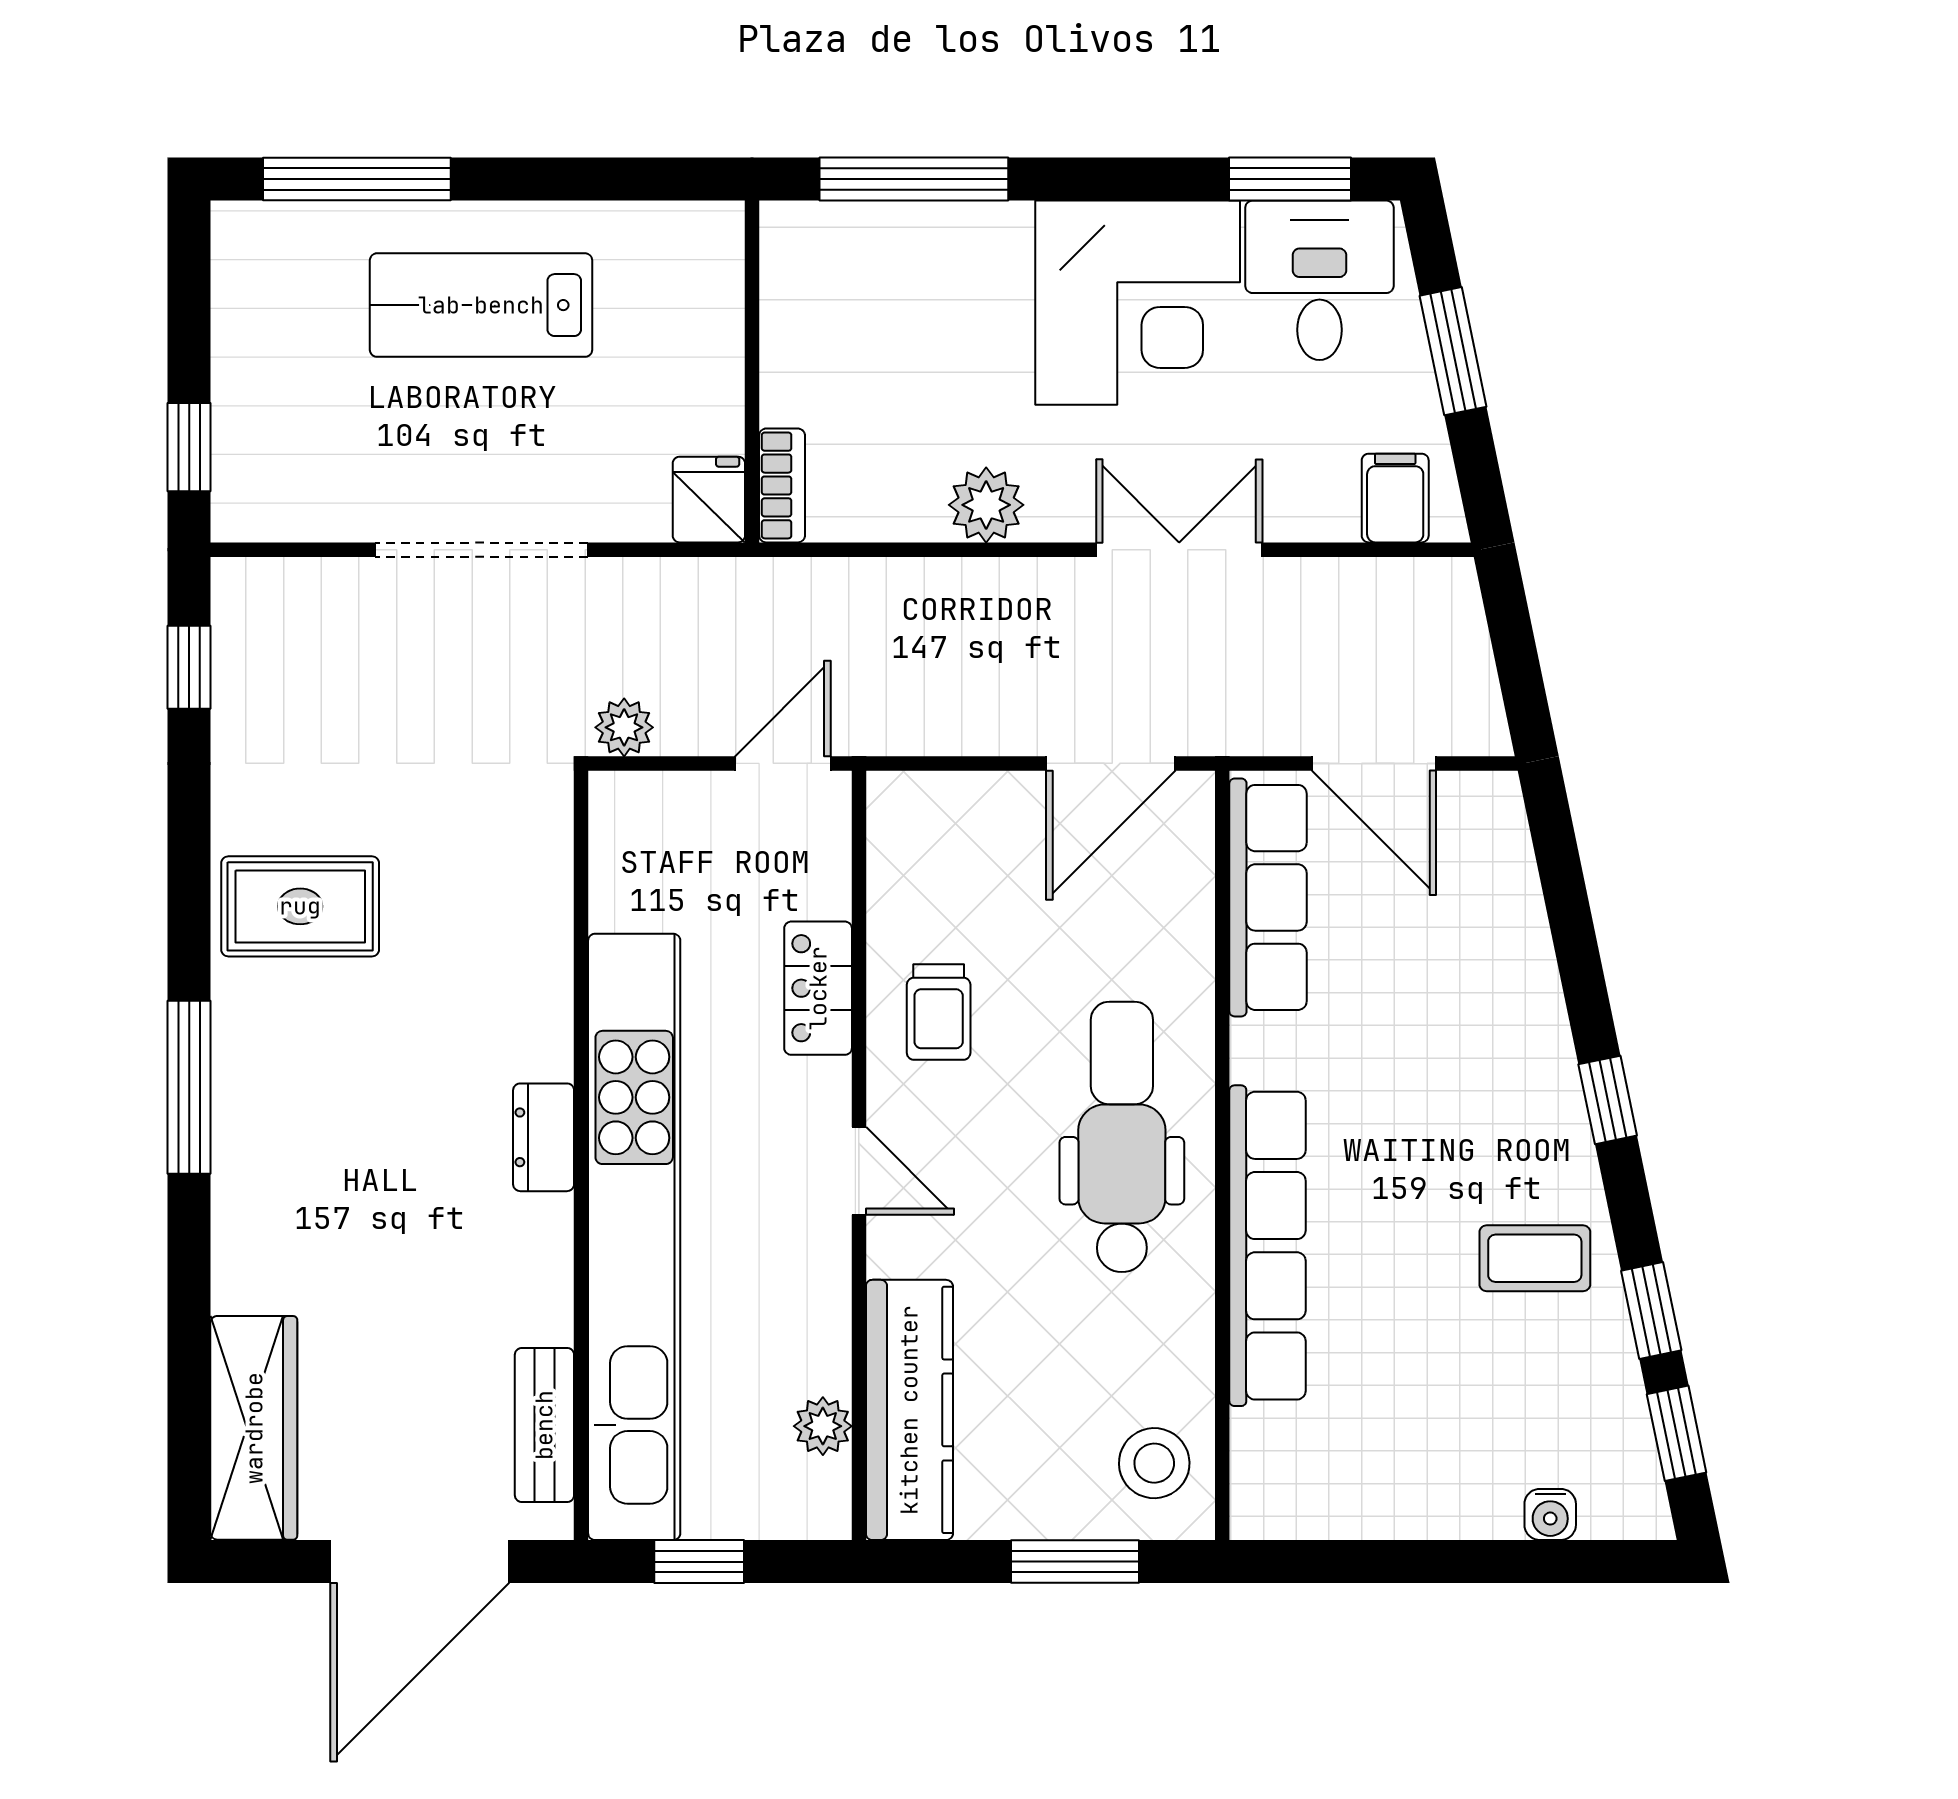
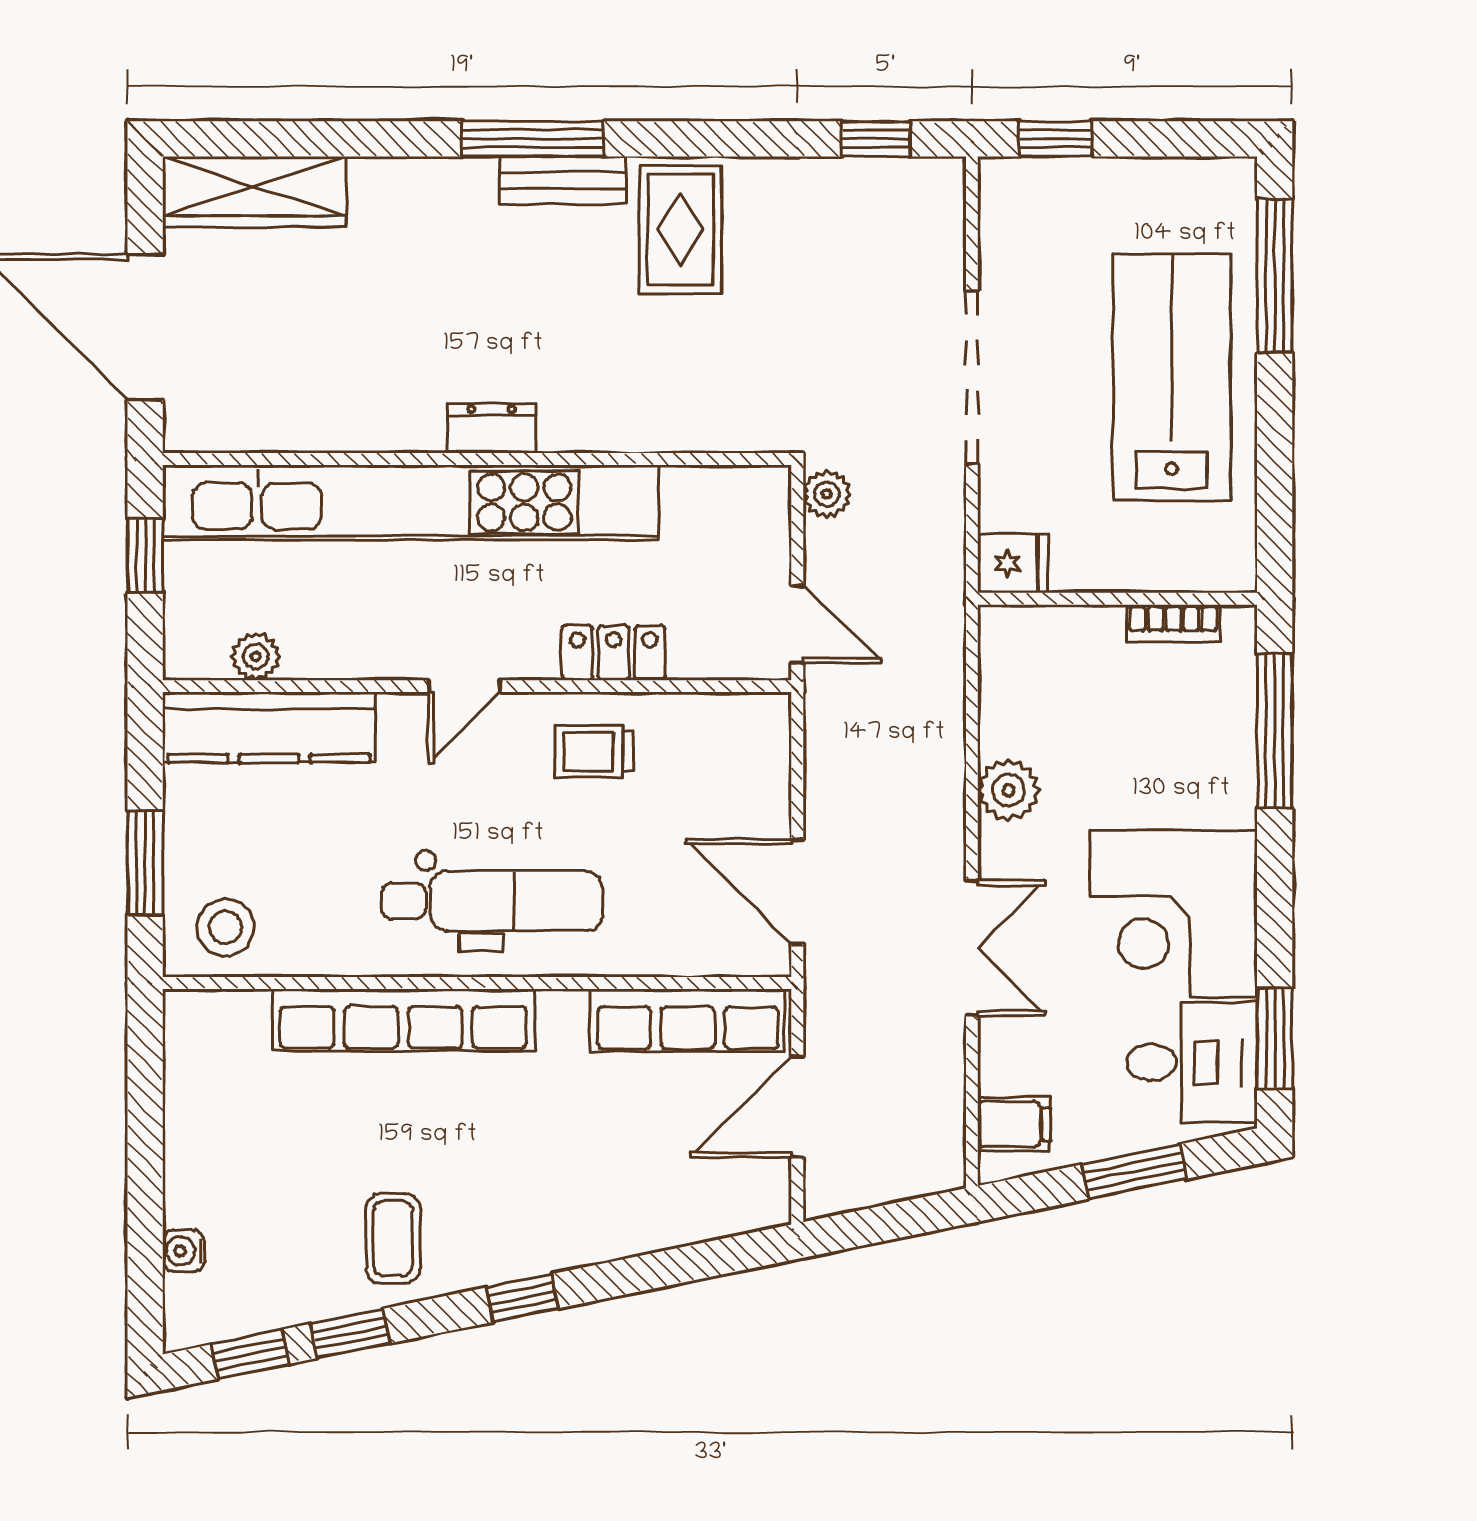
lab bench: (481, 305) -> (1172, 377), width x1.36, depth x1.39
bookcase: (782, 485) -> (1173, 623), moved
bench: (544, 1425) -> (563, 180), moved

